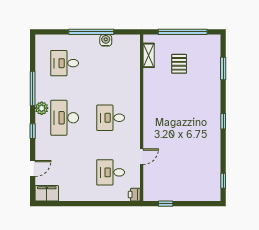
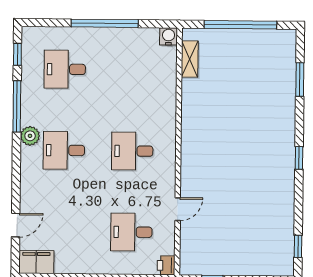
water cooler: (106, 40) -> (169, 36), moved
pallet: (179, 64) -> (235, 72), removed
desk: (65, 118) -> (64, 150), width x0.73
window: (33, 131) -> (17, 54), moved

